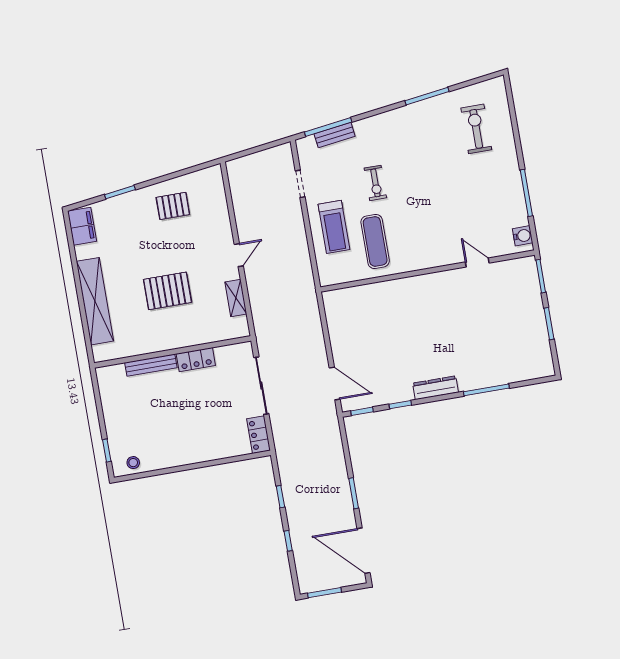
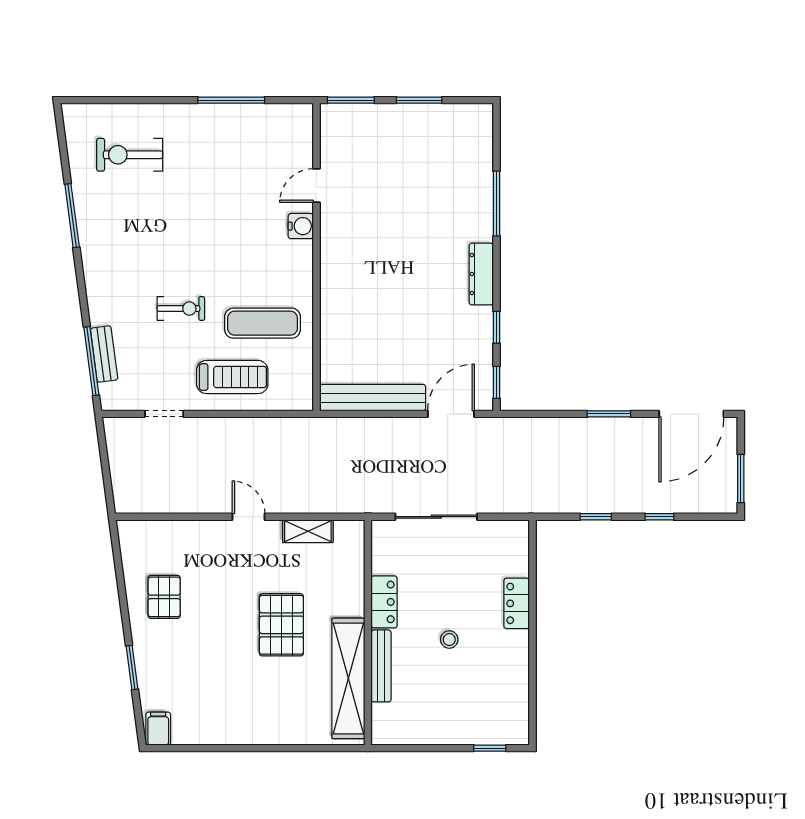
filing cabinet: (82, 226) -> (158, 729), width x0.50
water cooler: (523, 236) -> (301, 226), moved, turned 90
shelving: (95, 301) -> (348, 678), moved, turned 90
bench: (337, 327) -> (373, 398), added
locker: (258, 435) -> (517, 603), moved, turned 90
stool: (133, 463) -> (449, 640), moved

